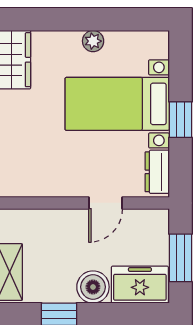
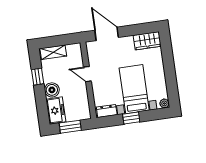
plant: (93, 41) -> (164, 103), moved
door: (106, 203) -> (87, 74), moved

